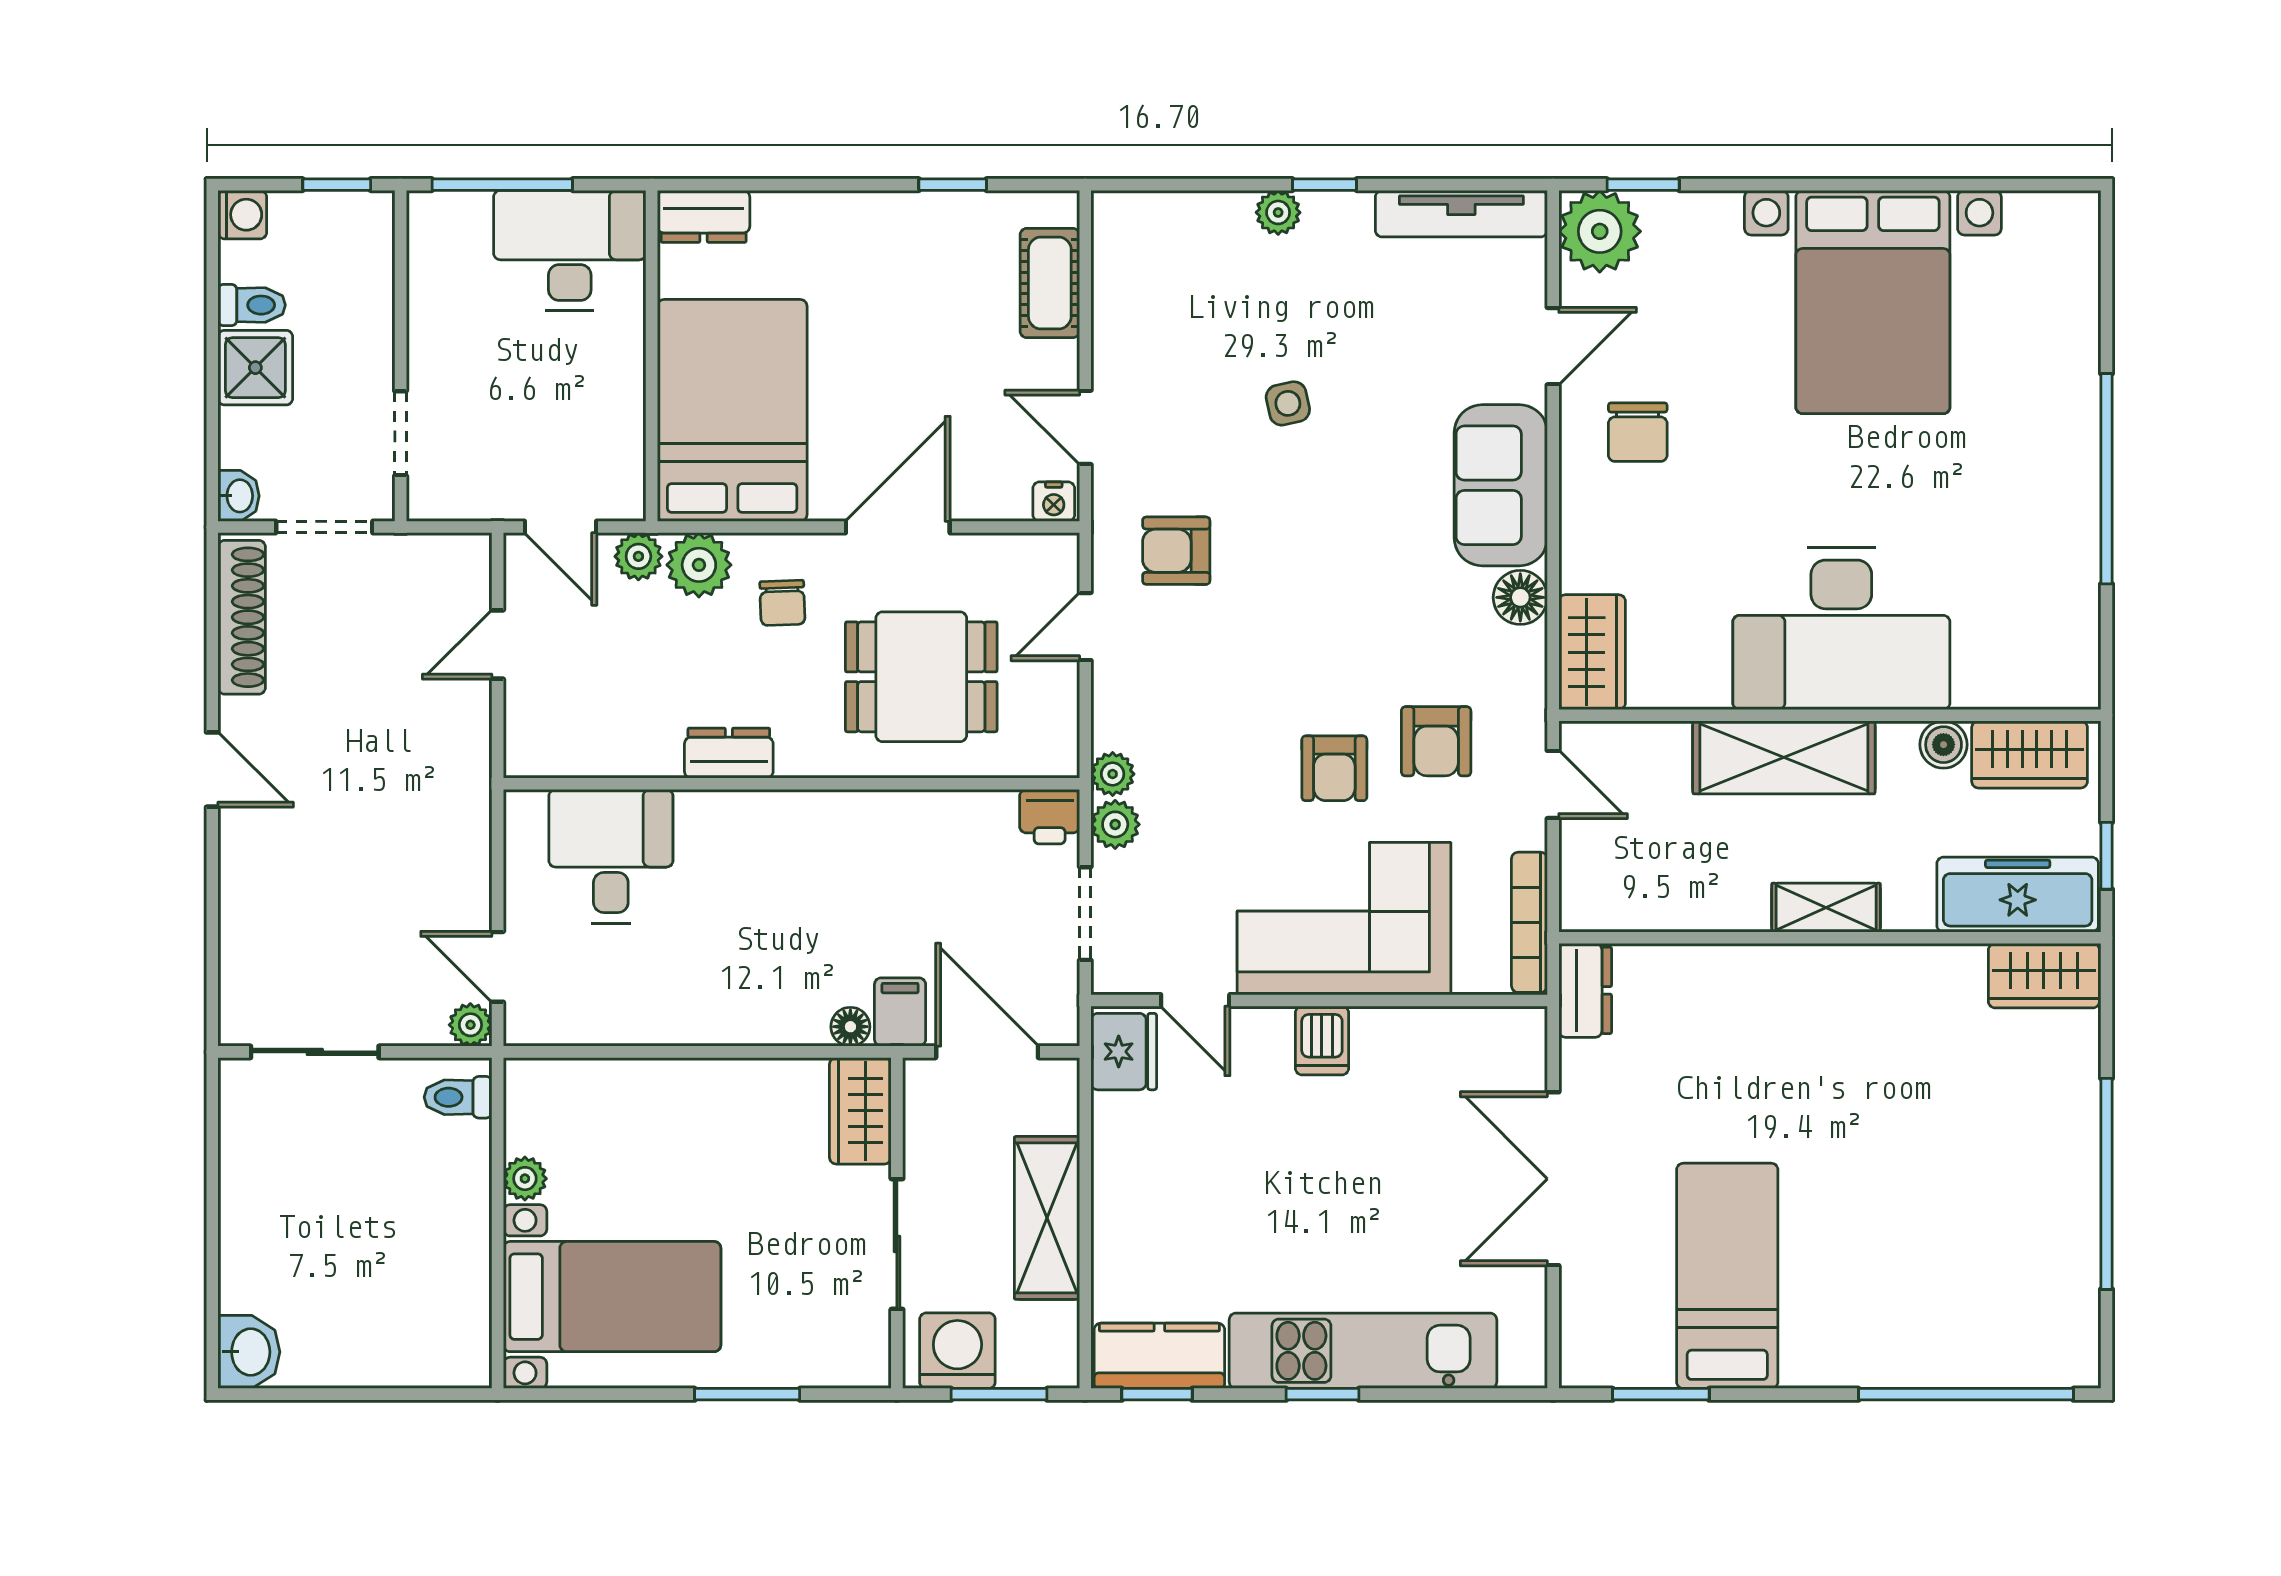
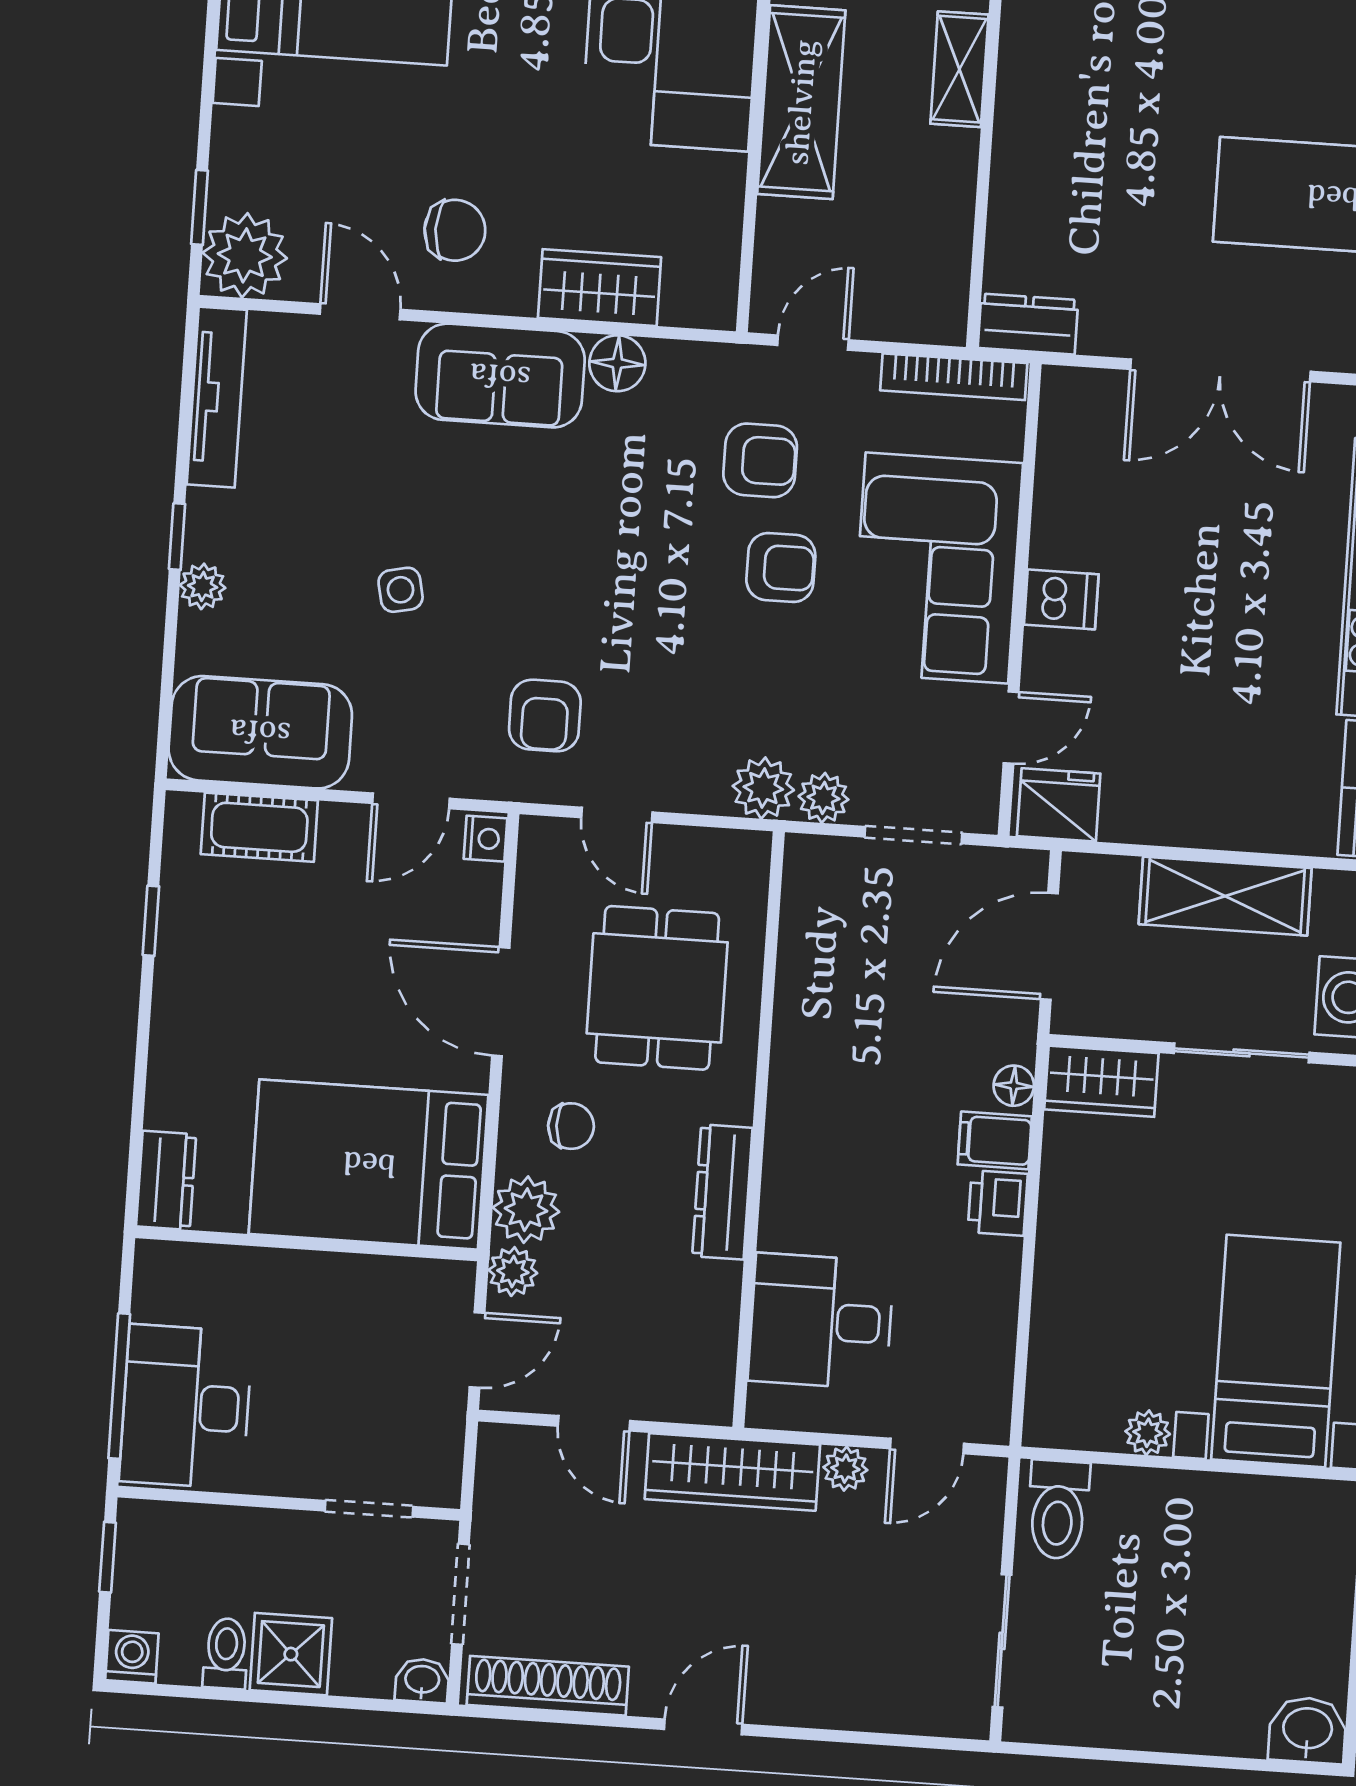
desk: (570, 250) -> (186, 1407), moved
sofa: (1141, 278) -> (260, 732), added
wardrobe: (1592, 652) -> (600, 288), moved
dresser: (729, 753) -> (722, 1192), width x1.44
plant: (1113, 774) -> (763, 788), width x1.38, depth x1.38
wardrobe: (460, 781) -> (732, 1472), added
printer: (1050, 817) -> (998, 1203), moved, turned 180
filing cabinet: (900, 1012) -> (995, 1140), moved
plant: (470, 1025) -> (845, 1469), moved
toilet: (458, 1097) -> (1058, 1510), width x1.37, depth x1.39

